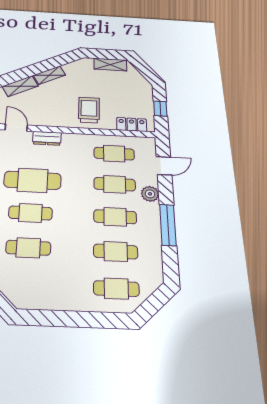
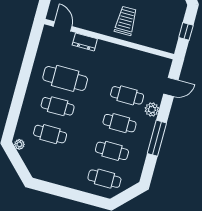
locker: (132, 124) -> (157, 42), removed
cafe table: (114, 154) -> (135, 68), removed

